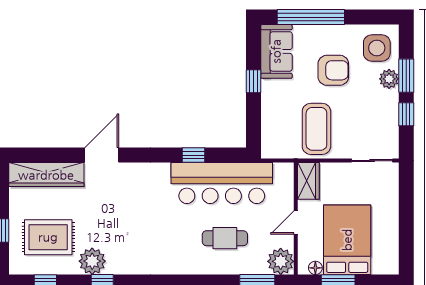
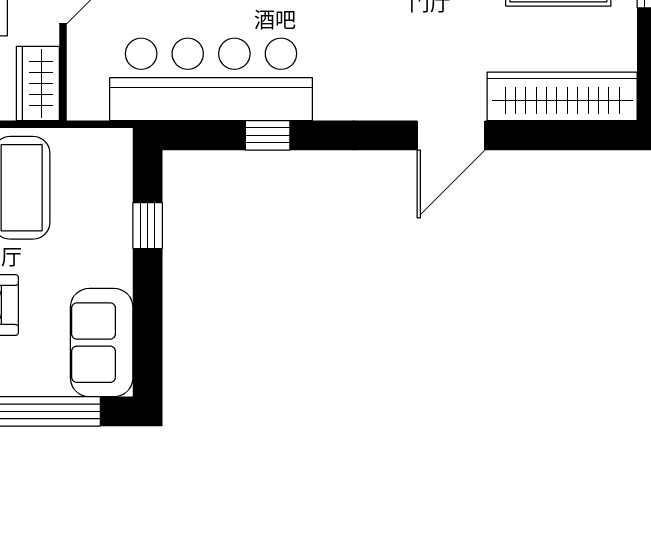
window: (253, 81) -> (148, 226), moved

